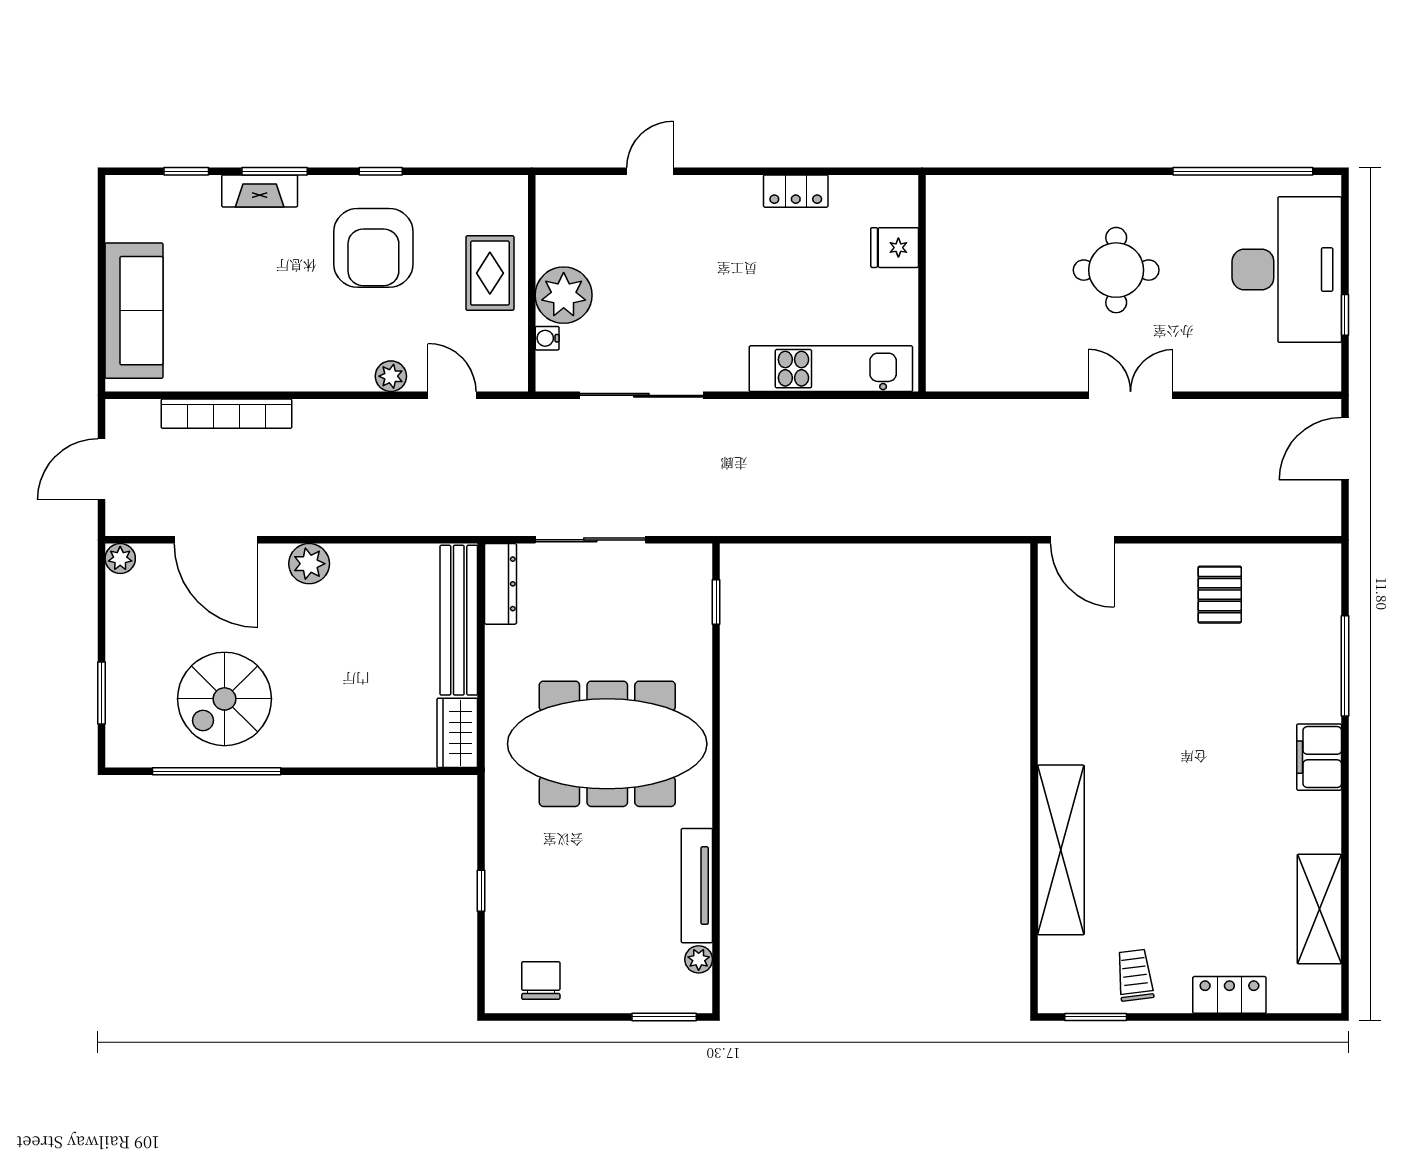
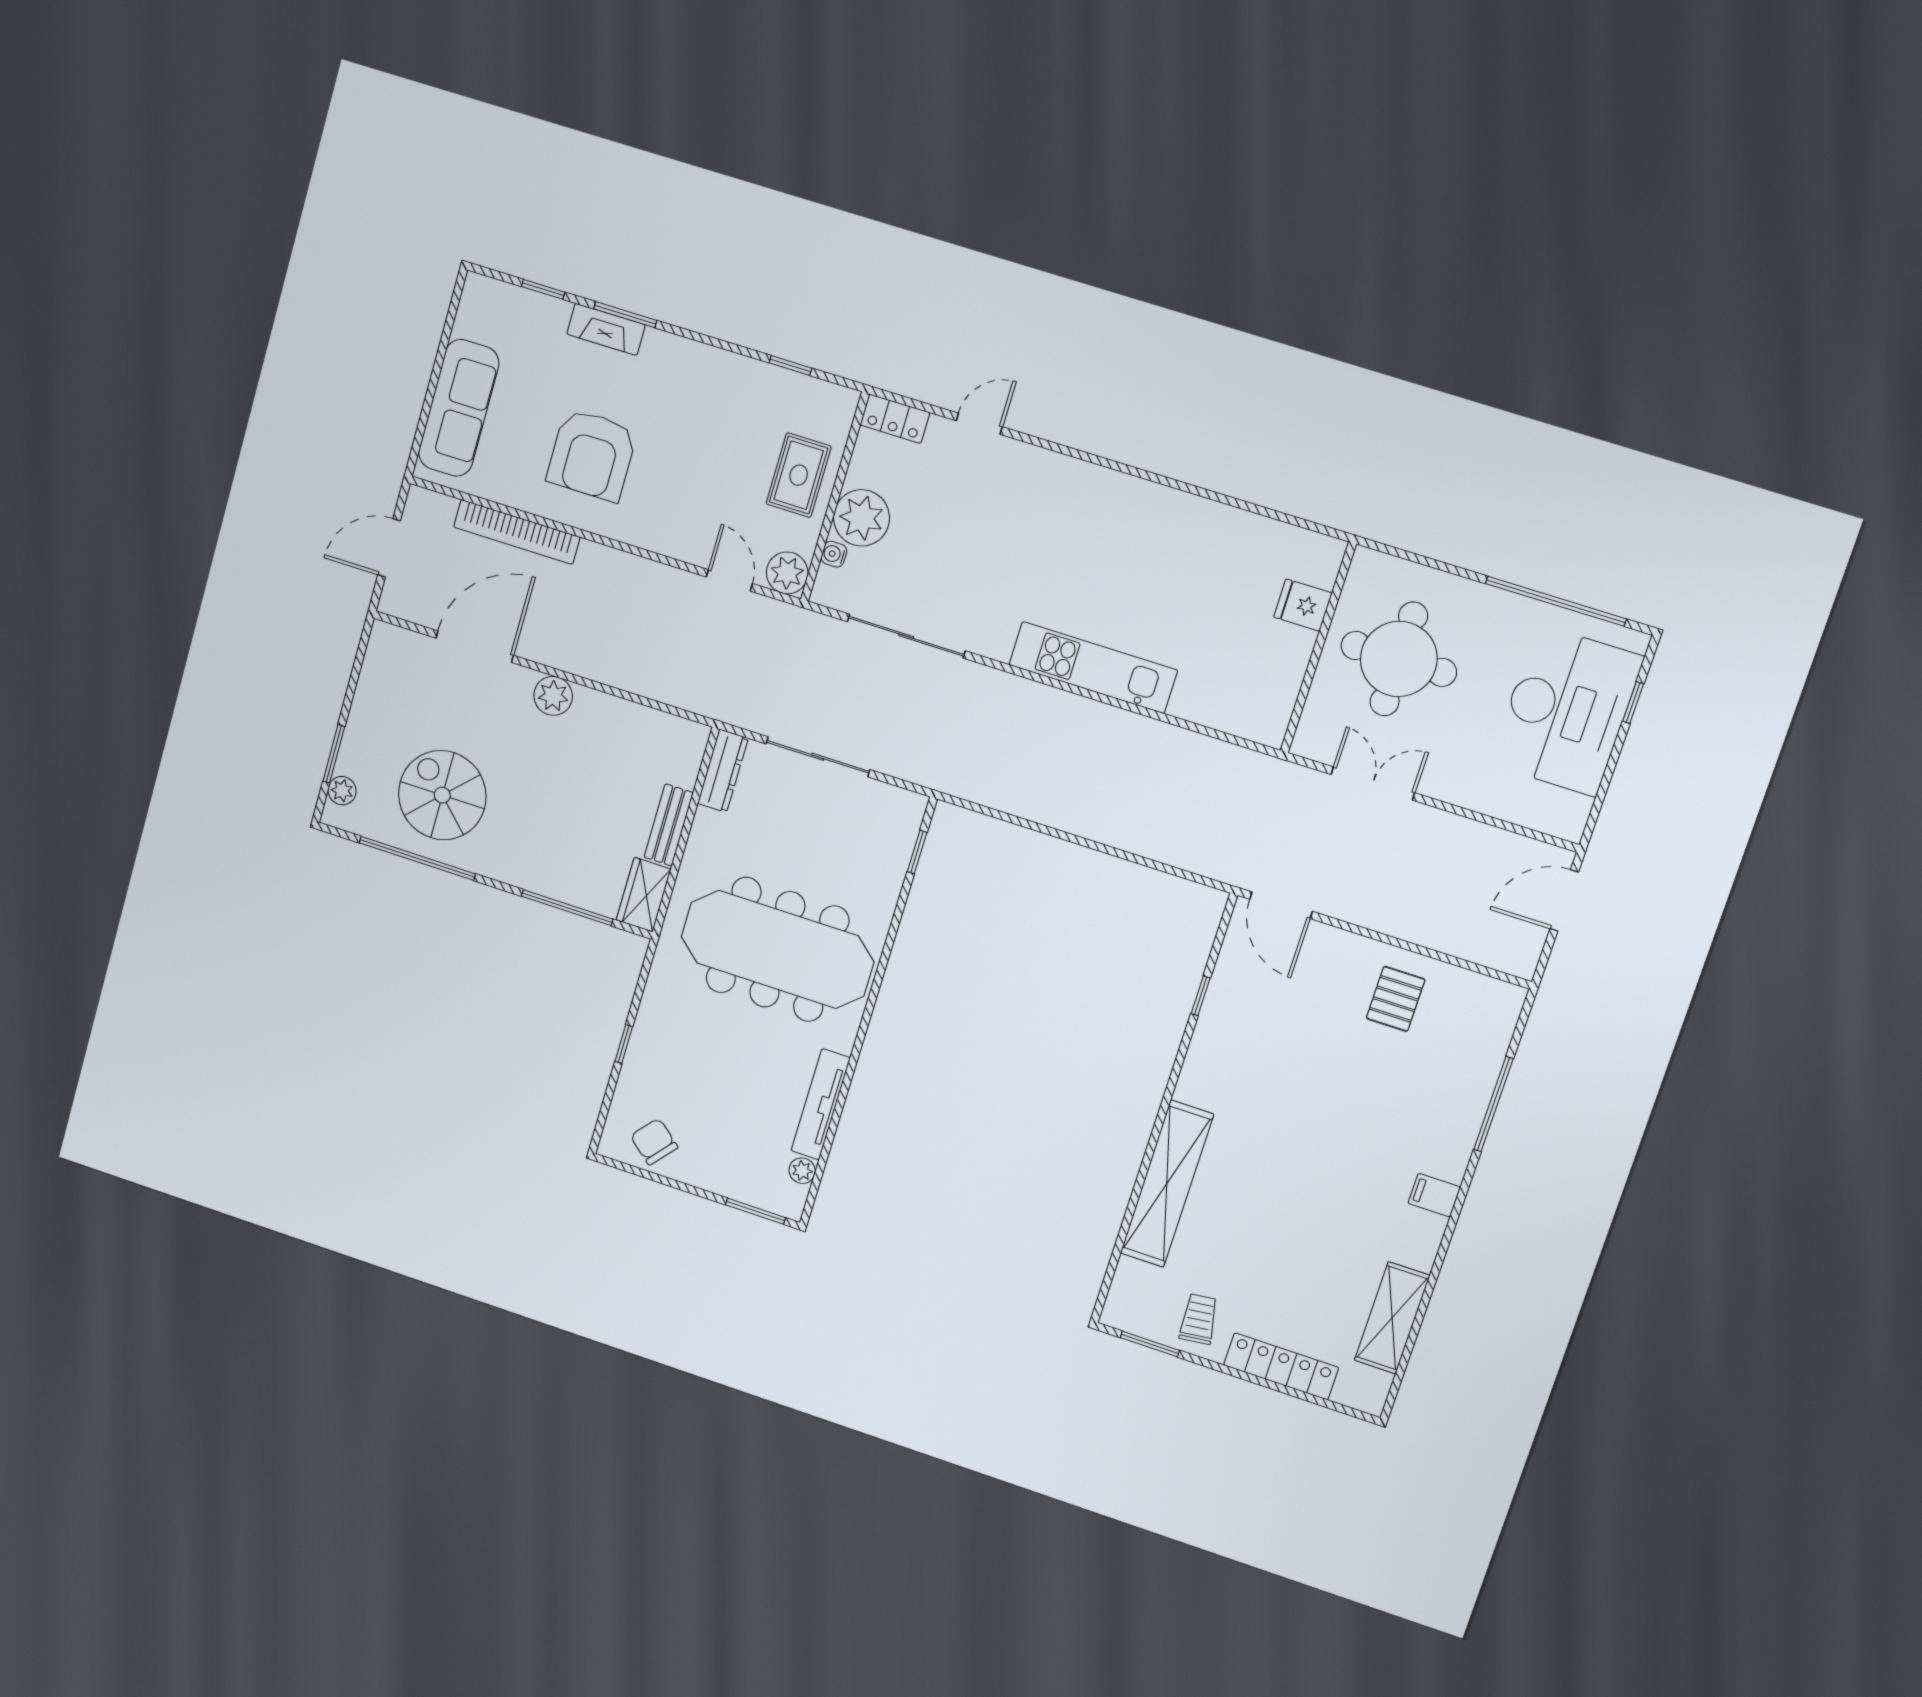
window: (381, 171) -> (790, 366), moved
locker: (796, 191) -> (895, 419), moved
armchair: (373, 248) -> (592, 455), moved
fridge: (895, 248) -> (1303, 605), moved
round table: (1116, 270) -> (1399, 659), width x1.36, depth x1.36
wall: (922, 283) -> (1318, 648), moved
window: (1345, 315) -> (1633, 703), moved
plant: (391, 376) -> (787, 573), moved, width x1.38, depth x1.38
door: (216, 540) -> (475, 647), swing flipped
plant: (120, 559) -> (342, 791), moved
bench: (459, 620) -> (669, 825), width x0.54, depth x0.82
window: (1034, 653) -> (1201, 996), added
spiral stairs: (224, 699) -> (442, 795), turned 90
filing cabinet: (1319, 757) -> (1434, 1195), width x0.50
window: (384, 771) -> (567, 908), added
chair: (541, 981) -> (654, 1142), turned -50
locker: (1229, 995) -> (1281, 1366), width x1.53

